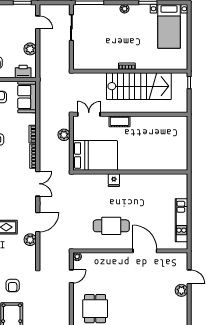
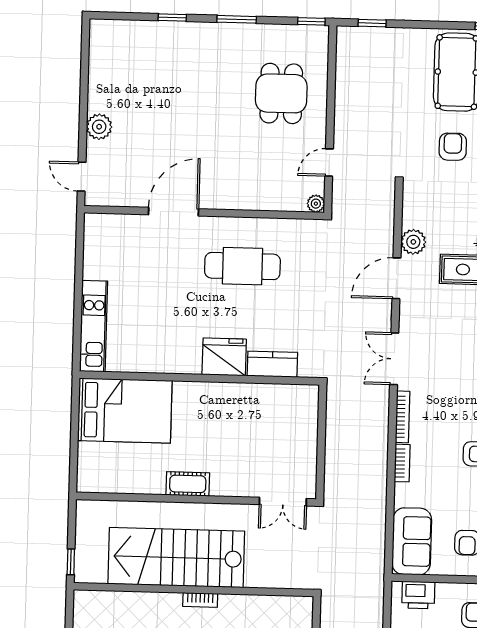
cot: (120, 121) -> (188, 484), moved
plant: (64, 135) -> (336, 460), removed
bed: (95, 155) -> (125, 411), moved, turned 180
kitchen counter: (96, 180) -> (272, 364), added
fridge: (114, 180) -> (224, 357), width x1.88, depth x1.34
kitchen unit: (181, 220) -> (94, 326), moved
door: (145, 251) -> (173, 212), swing flipped
door: (189, 277) -> (82, 177), moved

